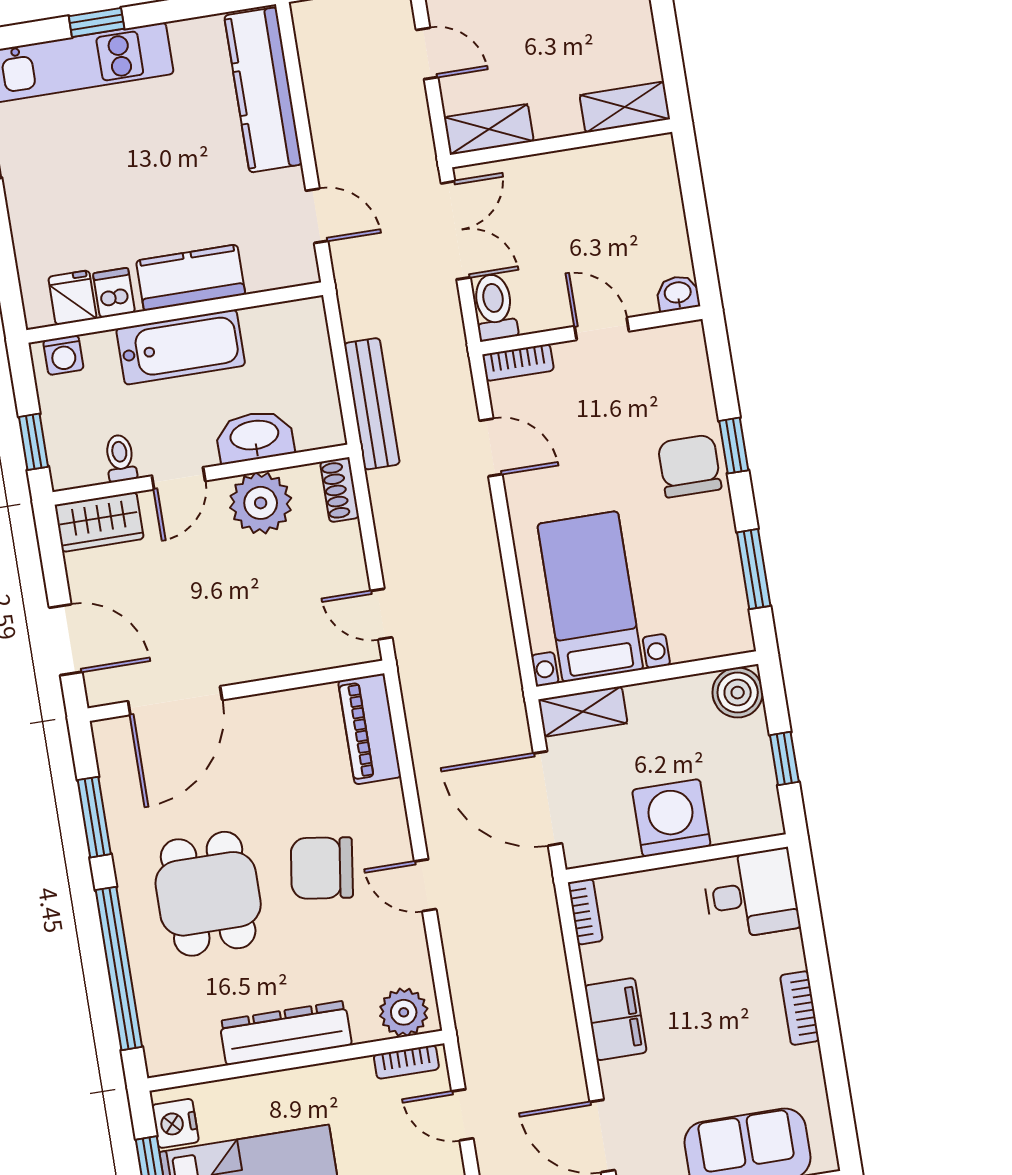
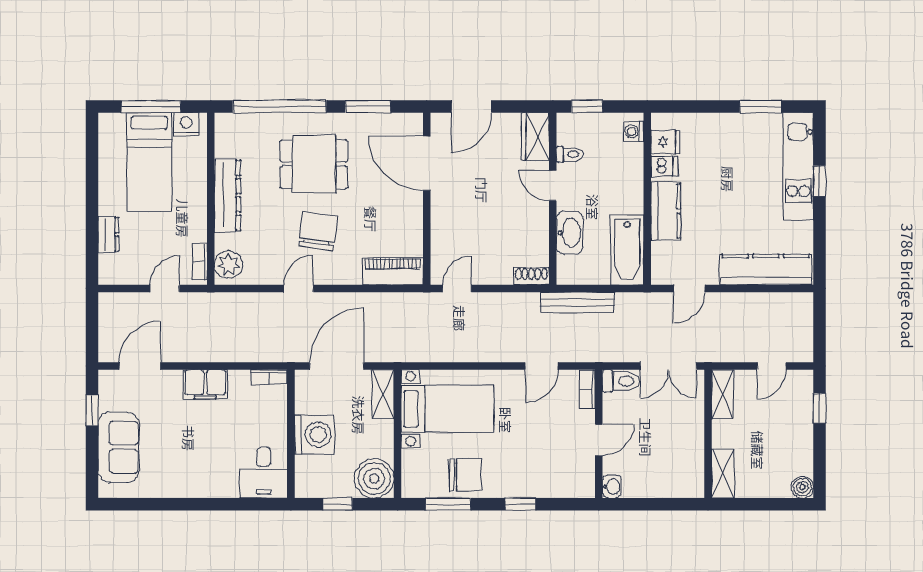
bathtub: (181, 347) -> (627, 250), moved
chair: (689, 466) -> (465, 475), moved
plant: (261, 503) -> (531, 230), removed
boiler: (738, 693) -> (374, 478), width x1.37, depth x1.37
bookcase: (800, 1008) -> (194, 490), removed

